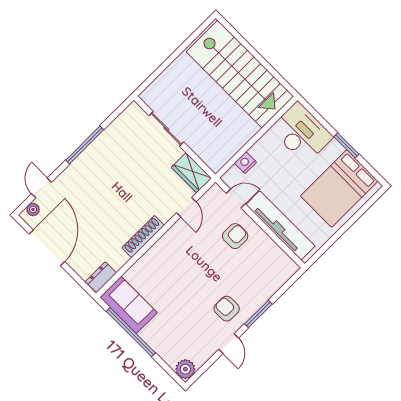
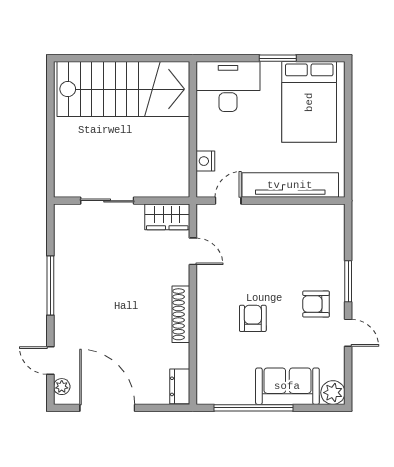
armchair: (235, 236) -> (253, 318), moved
sofa: (129, 305) -> (287, 386), moved

